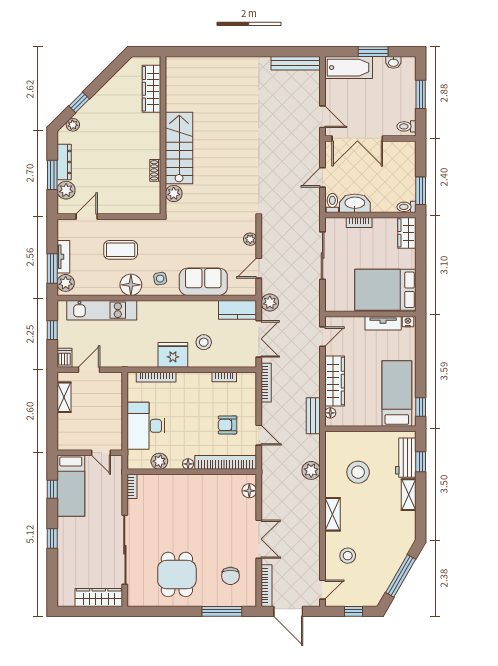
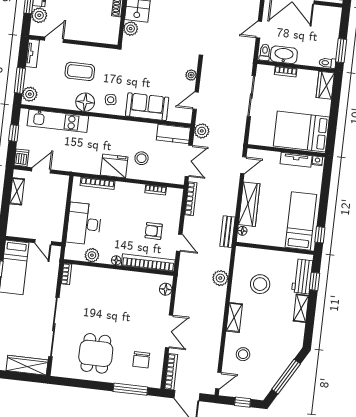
tv unit: (63, 257) -> (32, 53), moved

